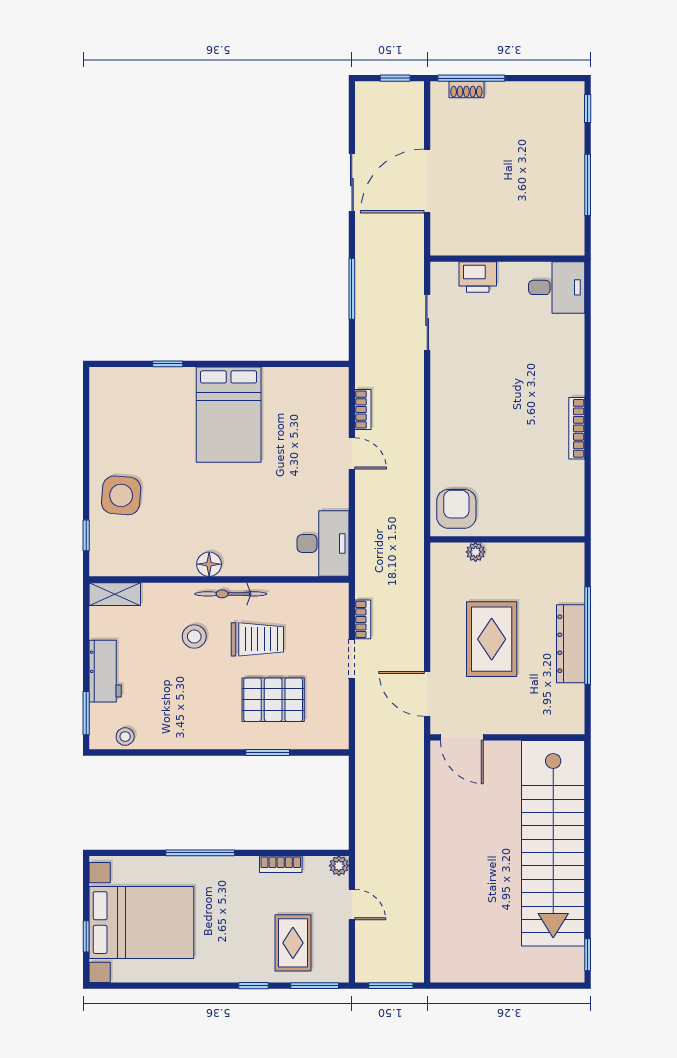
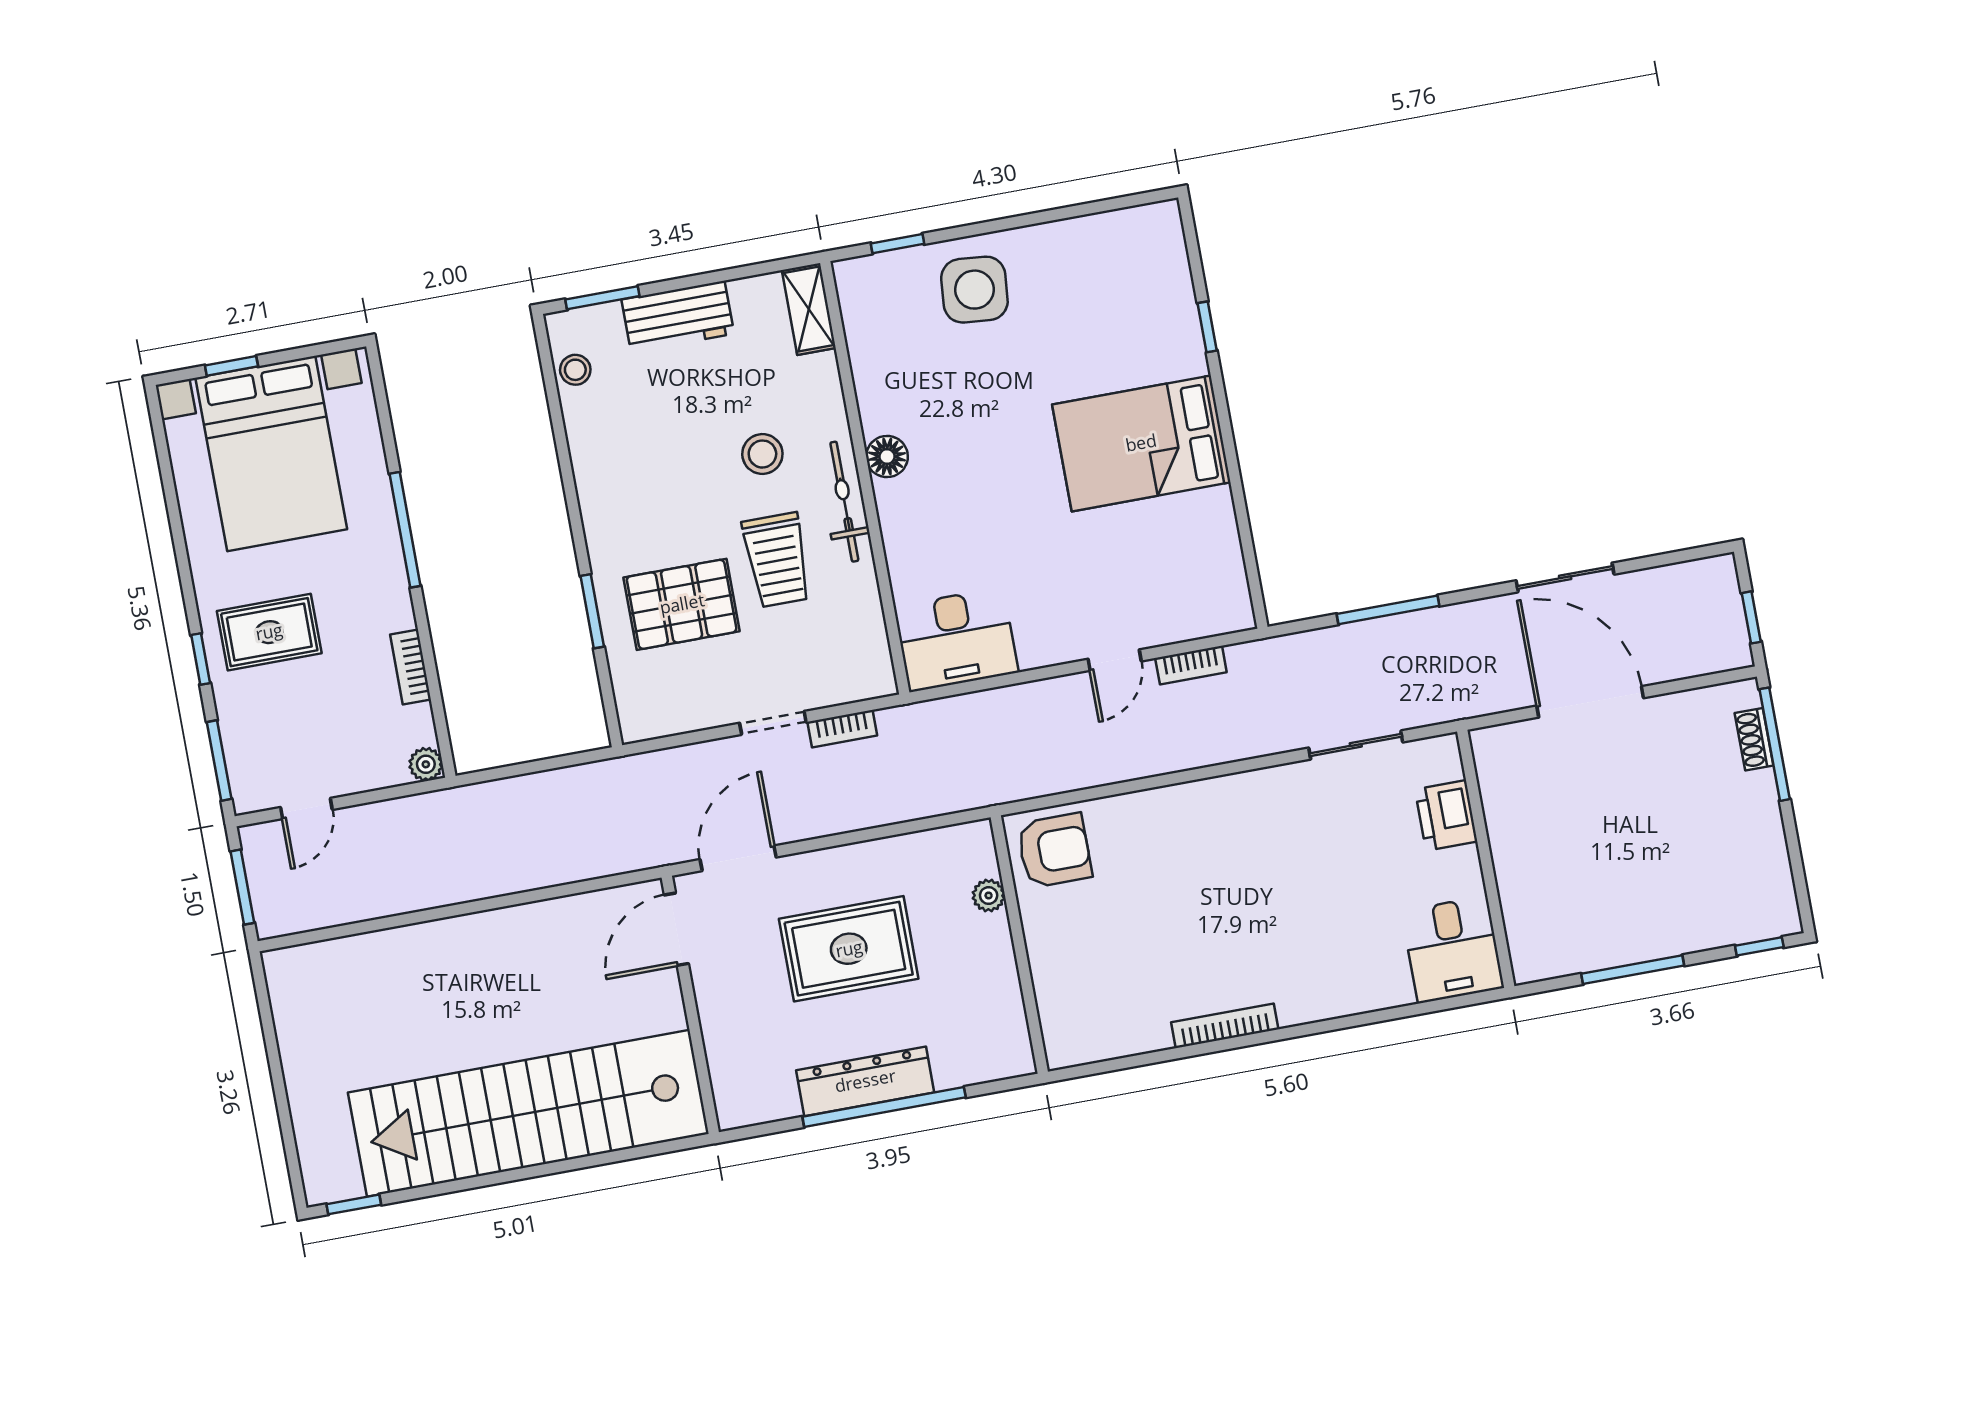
pallet: (273, 700) -> (682, 604), turned 90
door: (352, 905) -> (306, 808), moved
rug: (293, 943) -> (269, 632), moved

